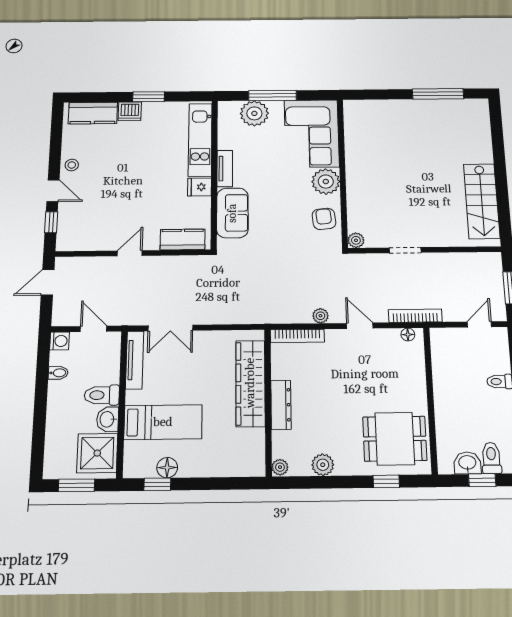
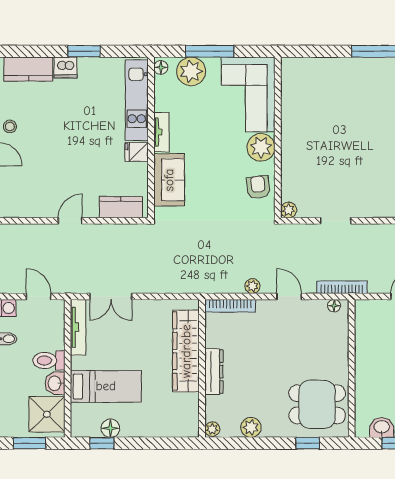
floor lamp: (224, 110) -> (161, 67), added

